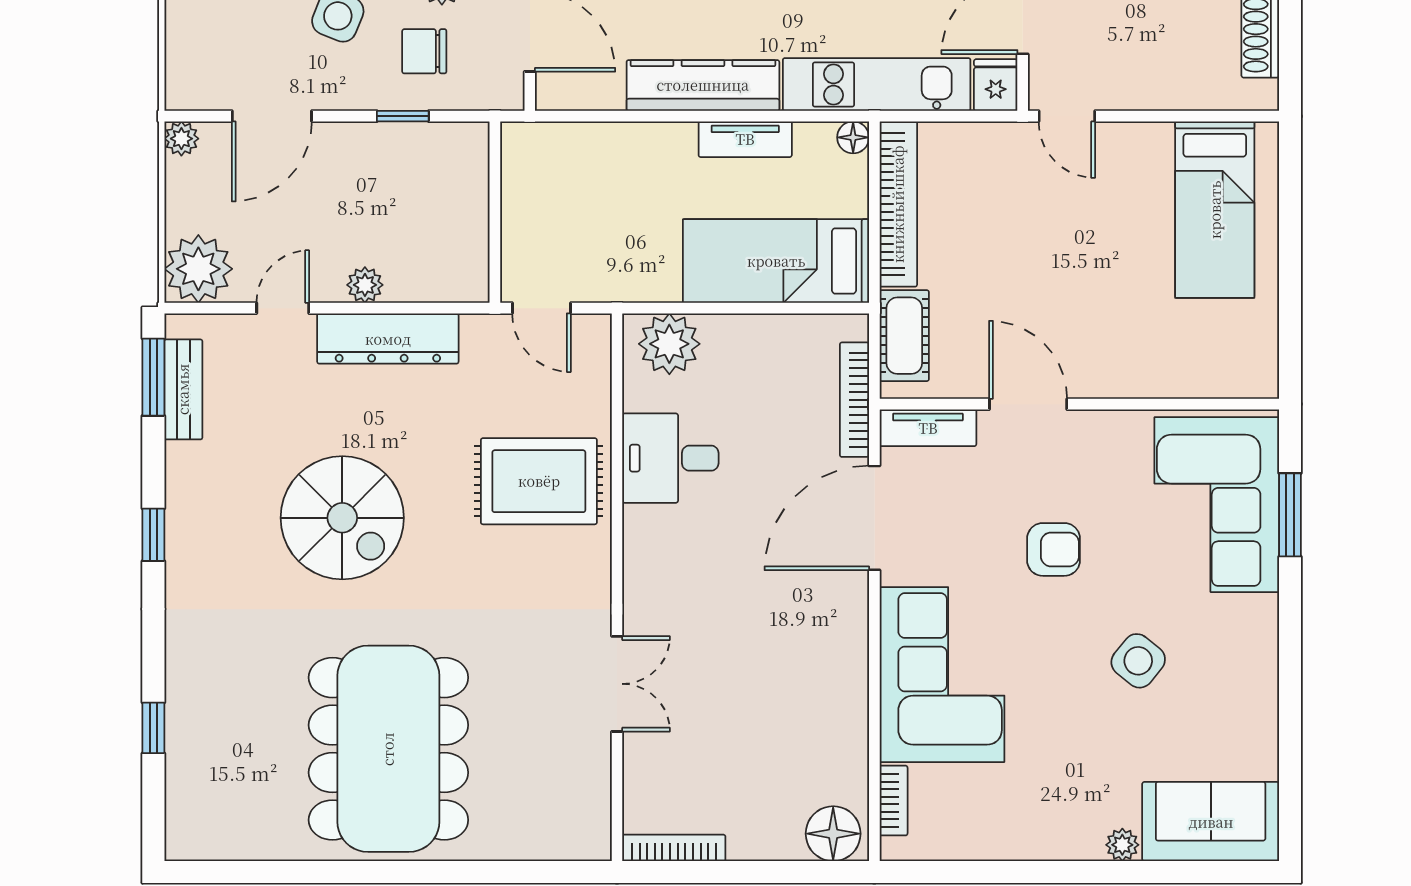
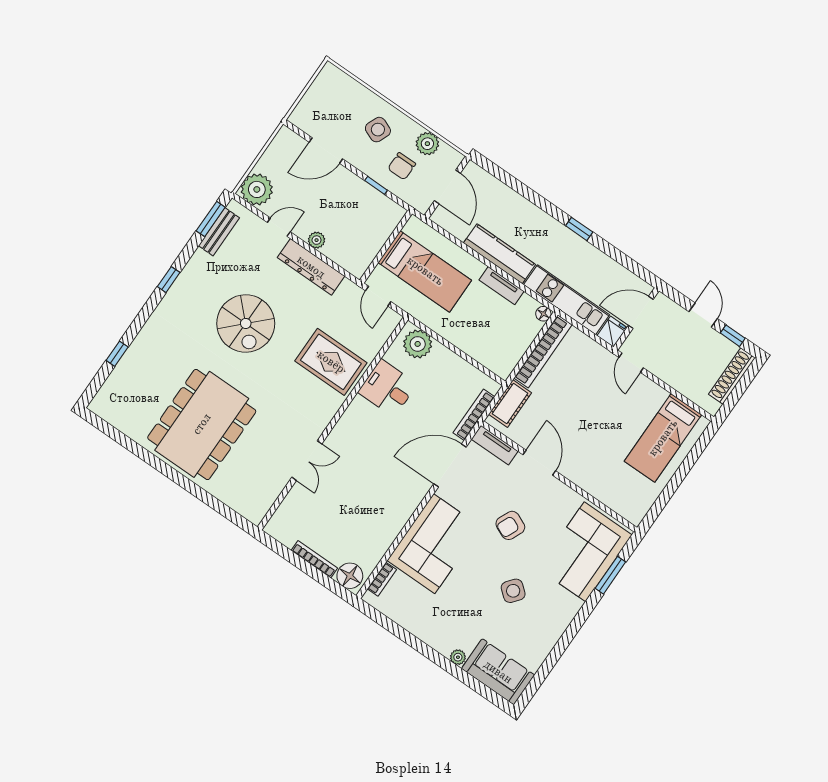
chair: (424, 51) -> (402, 166), turned -90
plant: (181, 139) -> (285, 135), removed
bed: (776, 261) -> (425, 271), moved, turned 180
armchair: (1054, 549) -> (510, 525), turned 114
bookcase: (674, 848) -> (314, 559), moved

